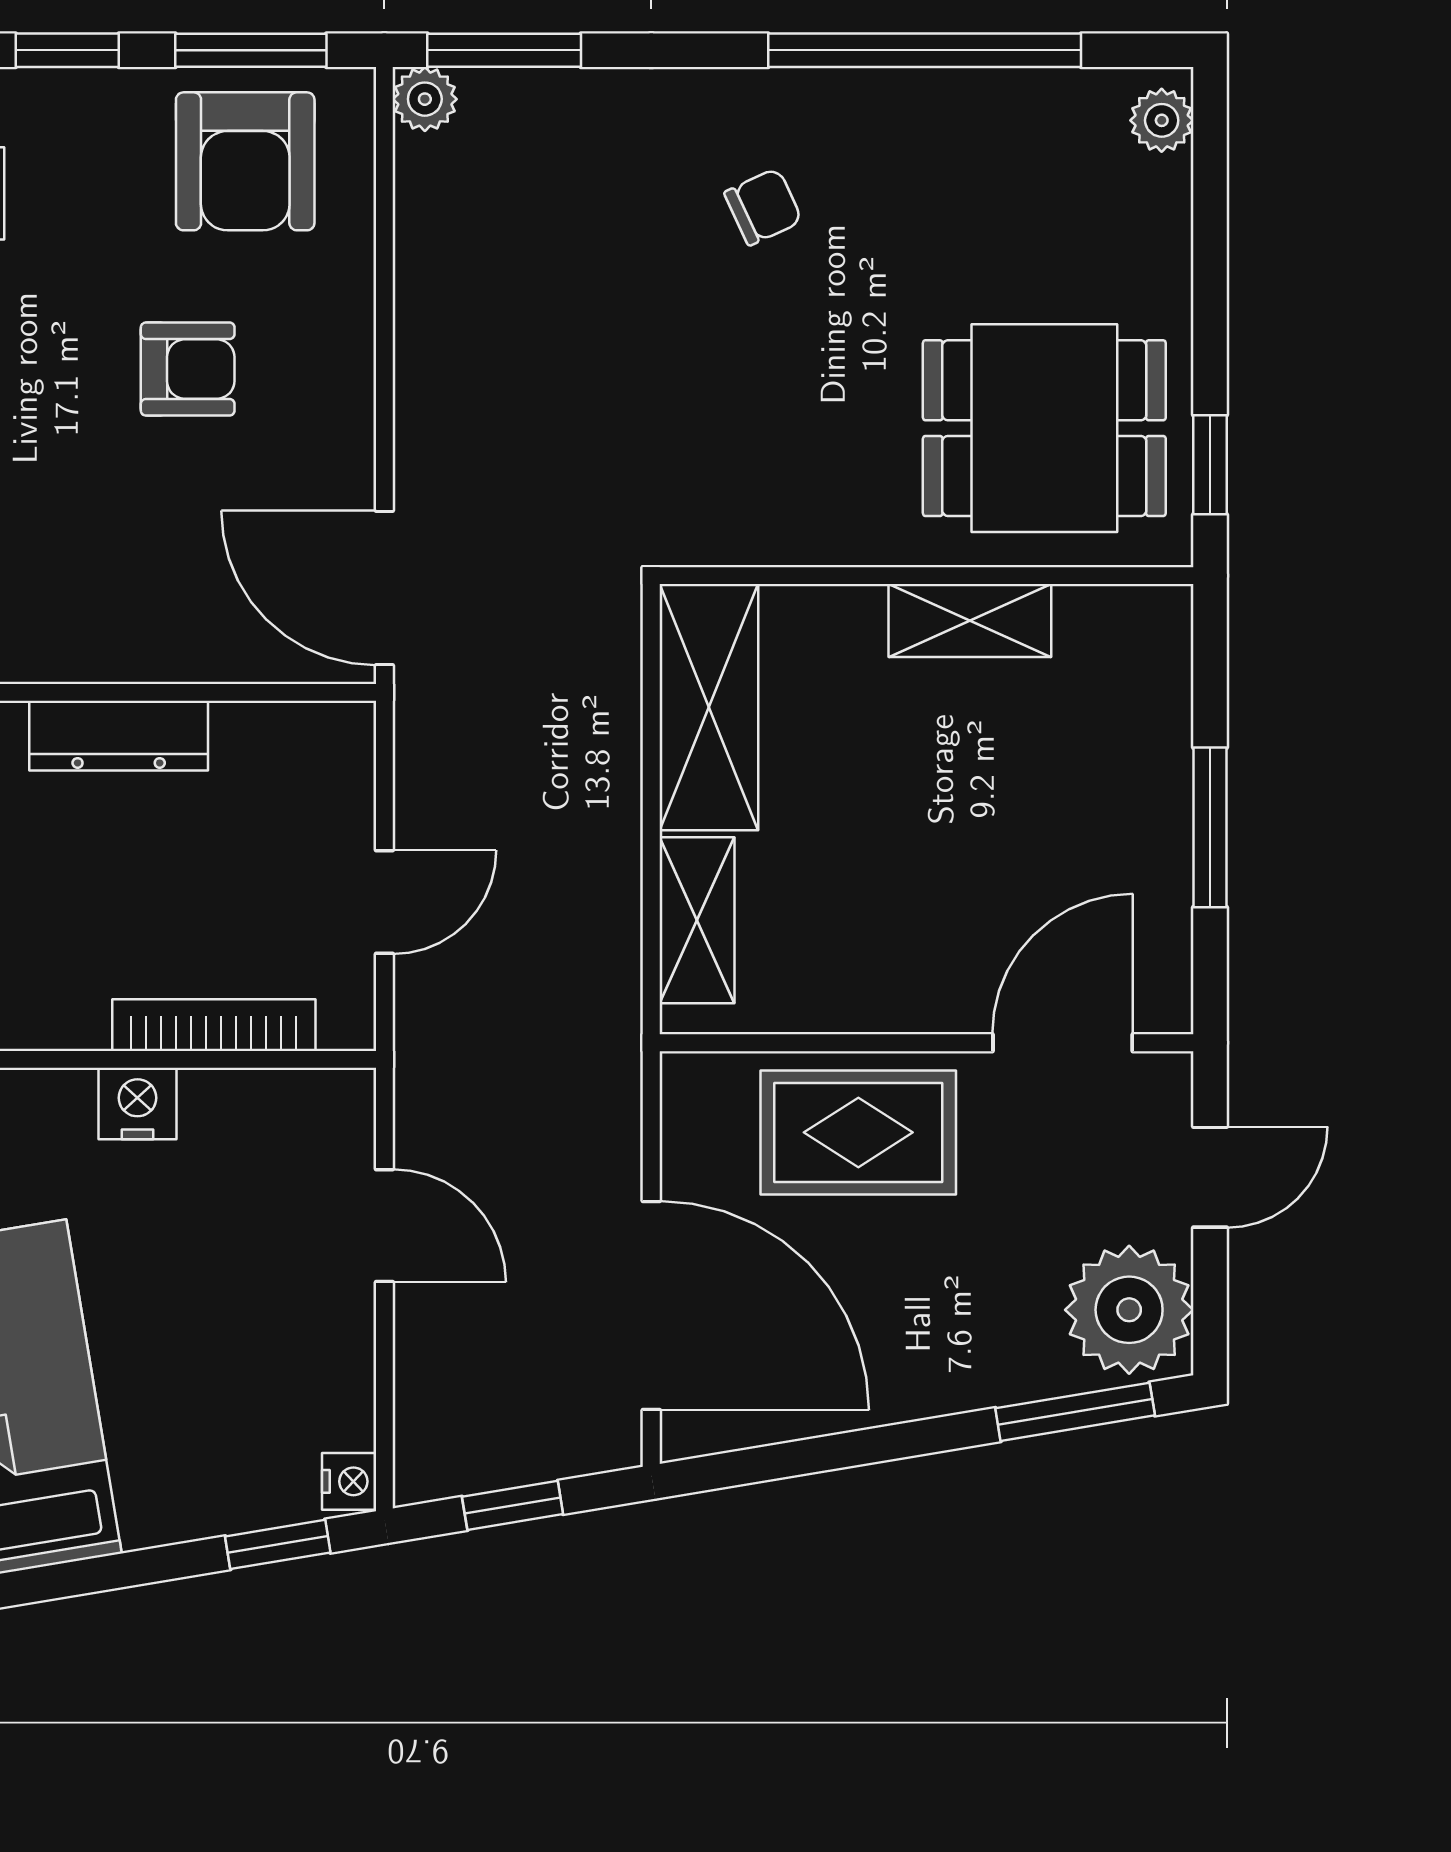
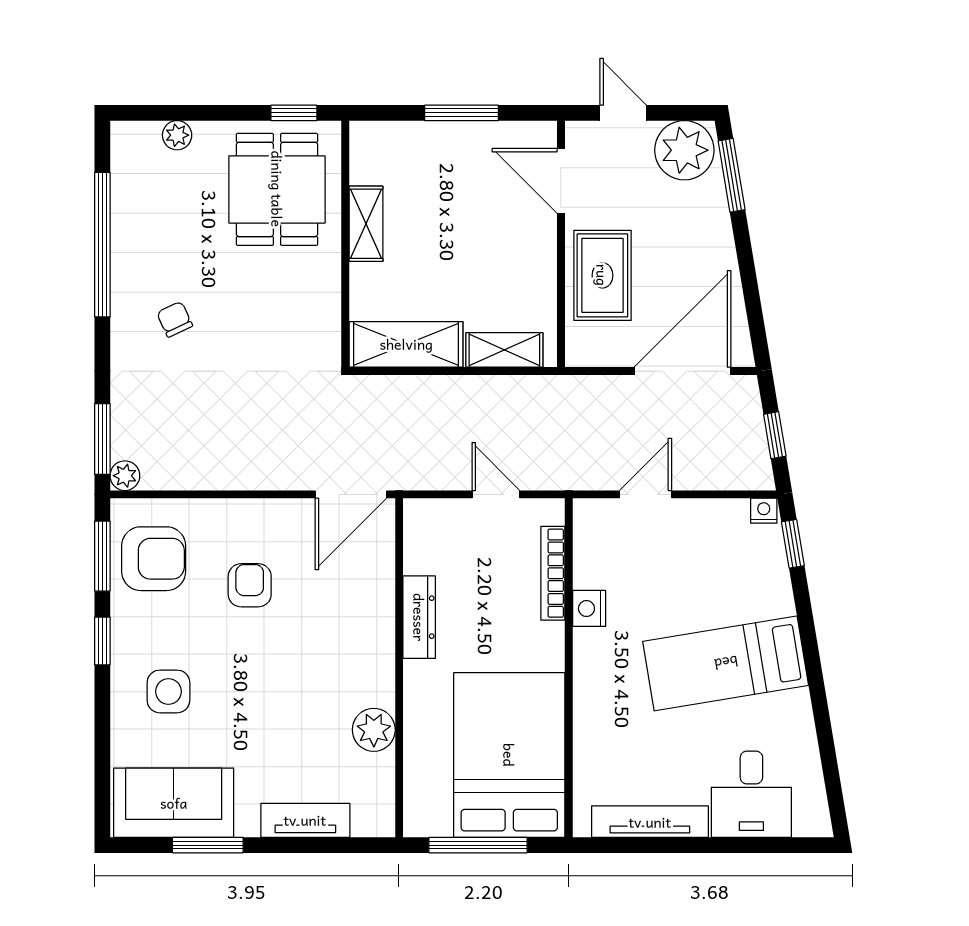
plant: (1162, 120) -> (177, 135), moved

